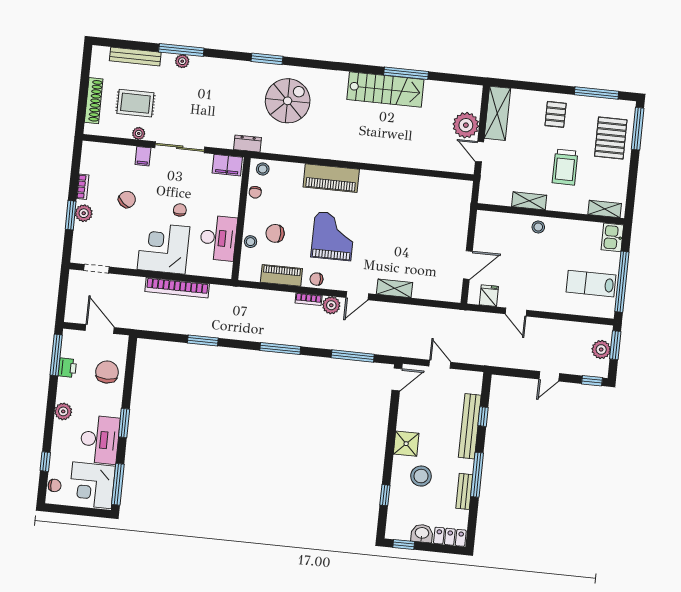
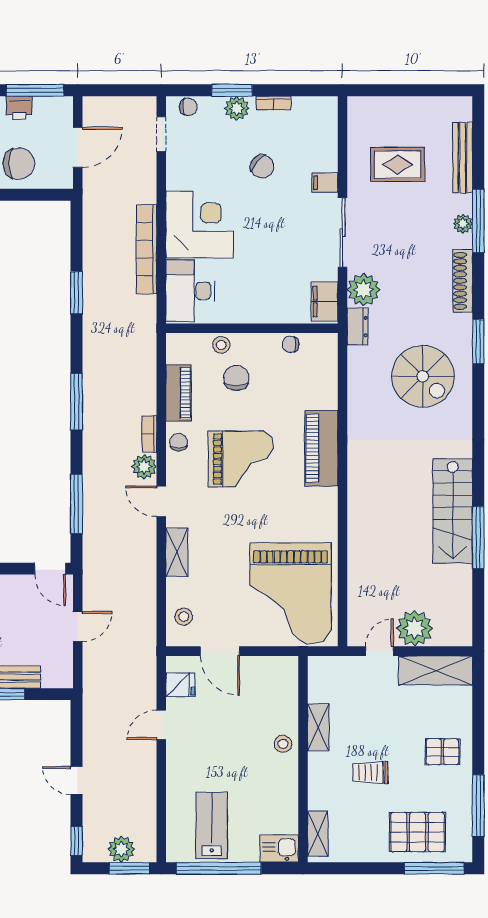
shoe rack: (94, 101) -> (463, 281), moved, turned 90
rug: (135, 103) -> (398, 165), turned 90
plant: (139, 133) -> (364, 290), moved, width x1.87, depth x1.87
trolley: (565, 167) -> (370, 773), width x0.73, depth x0.72
stool: (263, 169) -> (184, 617), moved
chair: (180, 210) -> (188, 107), moved
grand piano: (432, 211) -> (291, 593), added
desk: (218, 238) -> (190, 291), moved, turned 90

